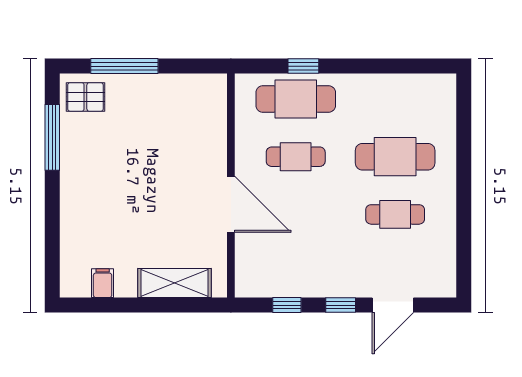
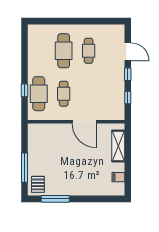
door: (231, 204) -> (84, 122), swing flipped

